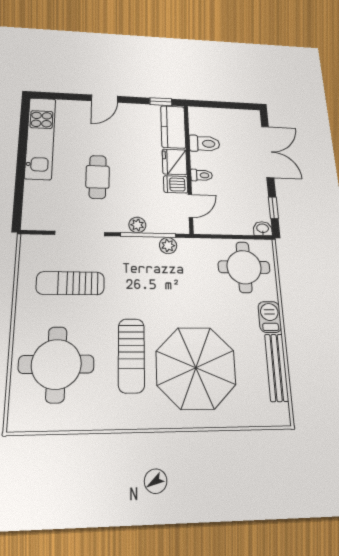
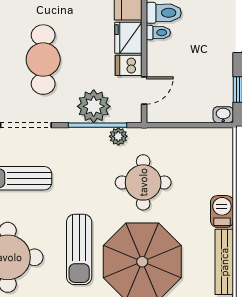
toilet: (202, 175) -> (158, 33), moved
cafe table: (98, 177) -> (43, 60), width x1.37, depth x1.35
plant: (137, 225) -> (94, 106), width x1.88, depth x1.88
round table: (244, 267) -> (143, 182), moved

